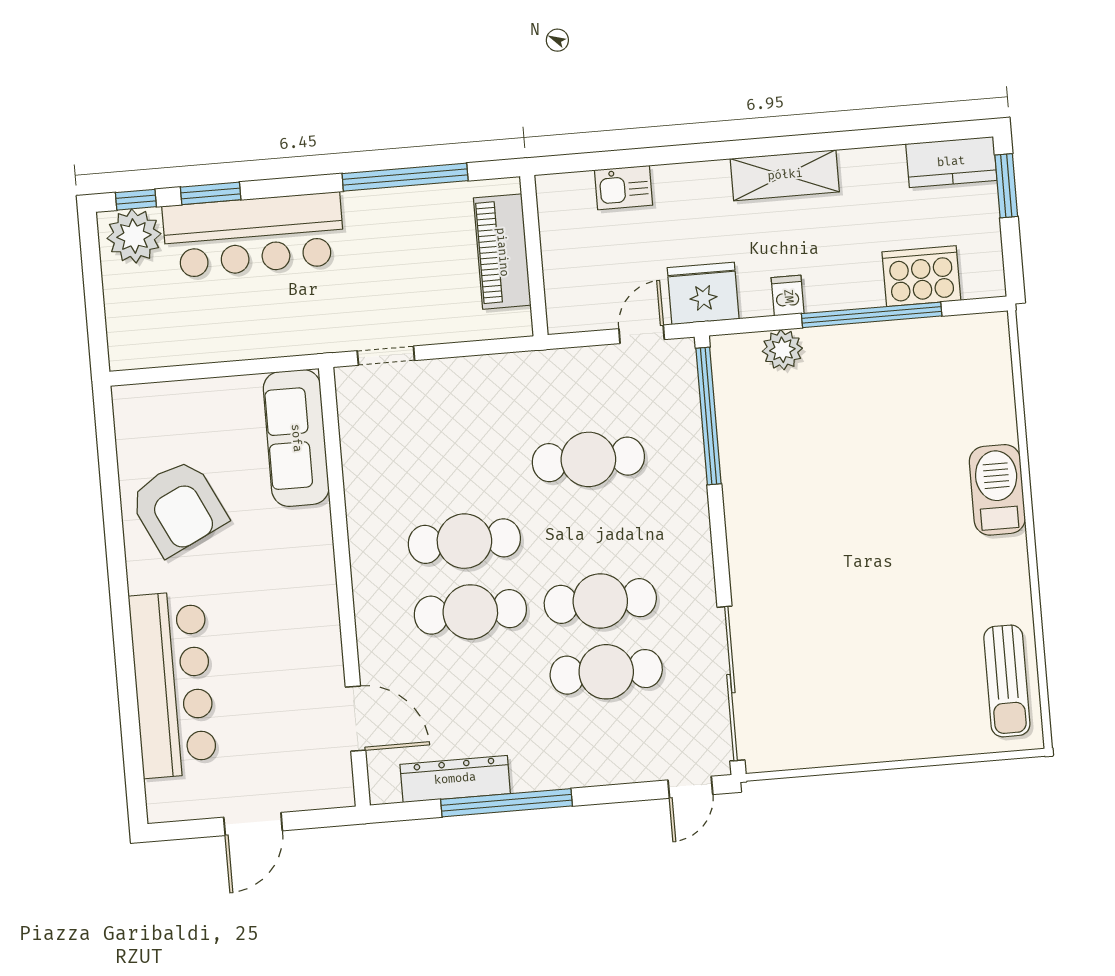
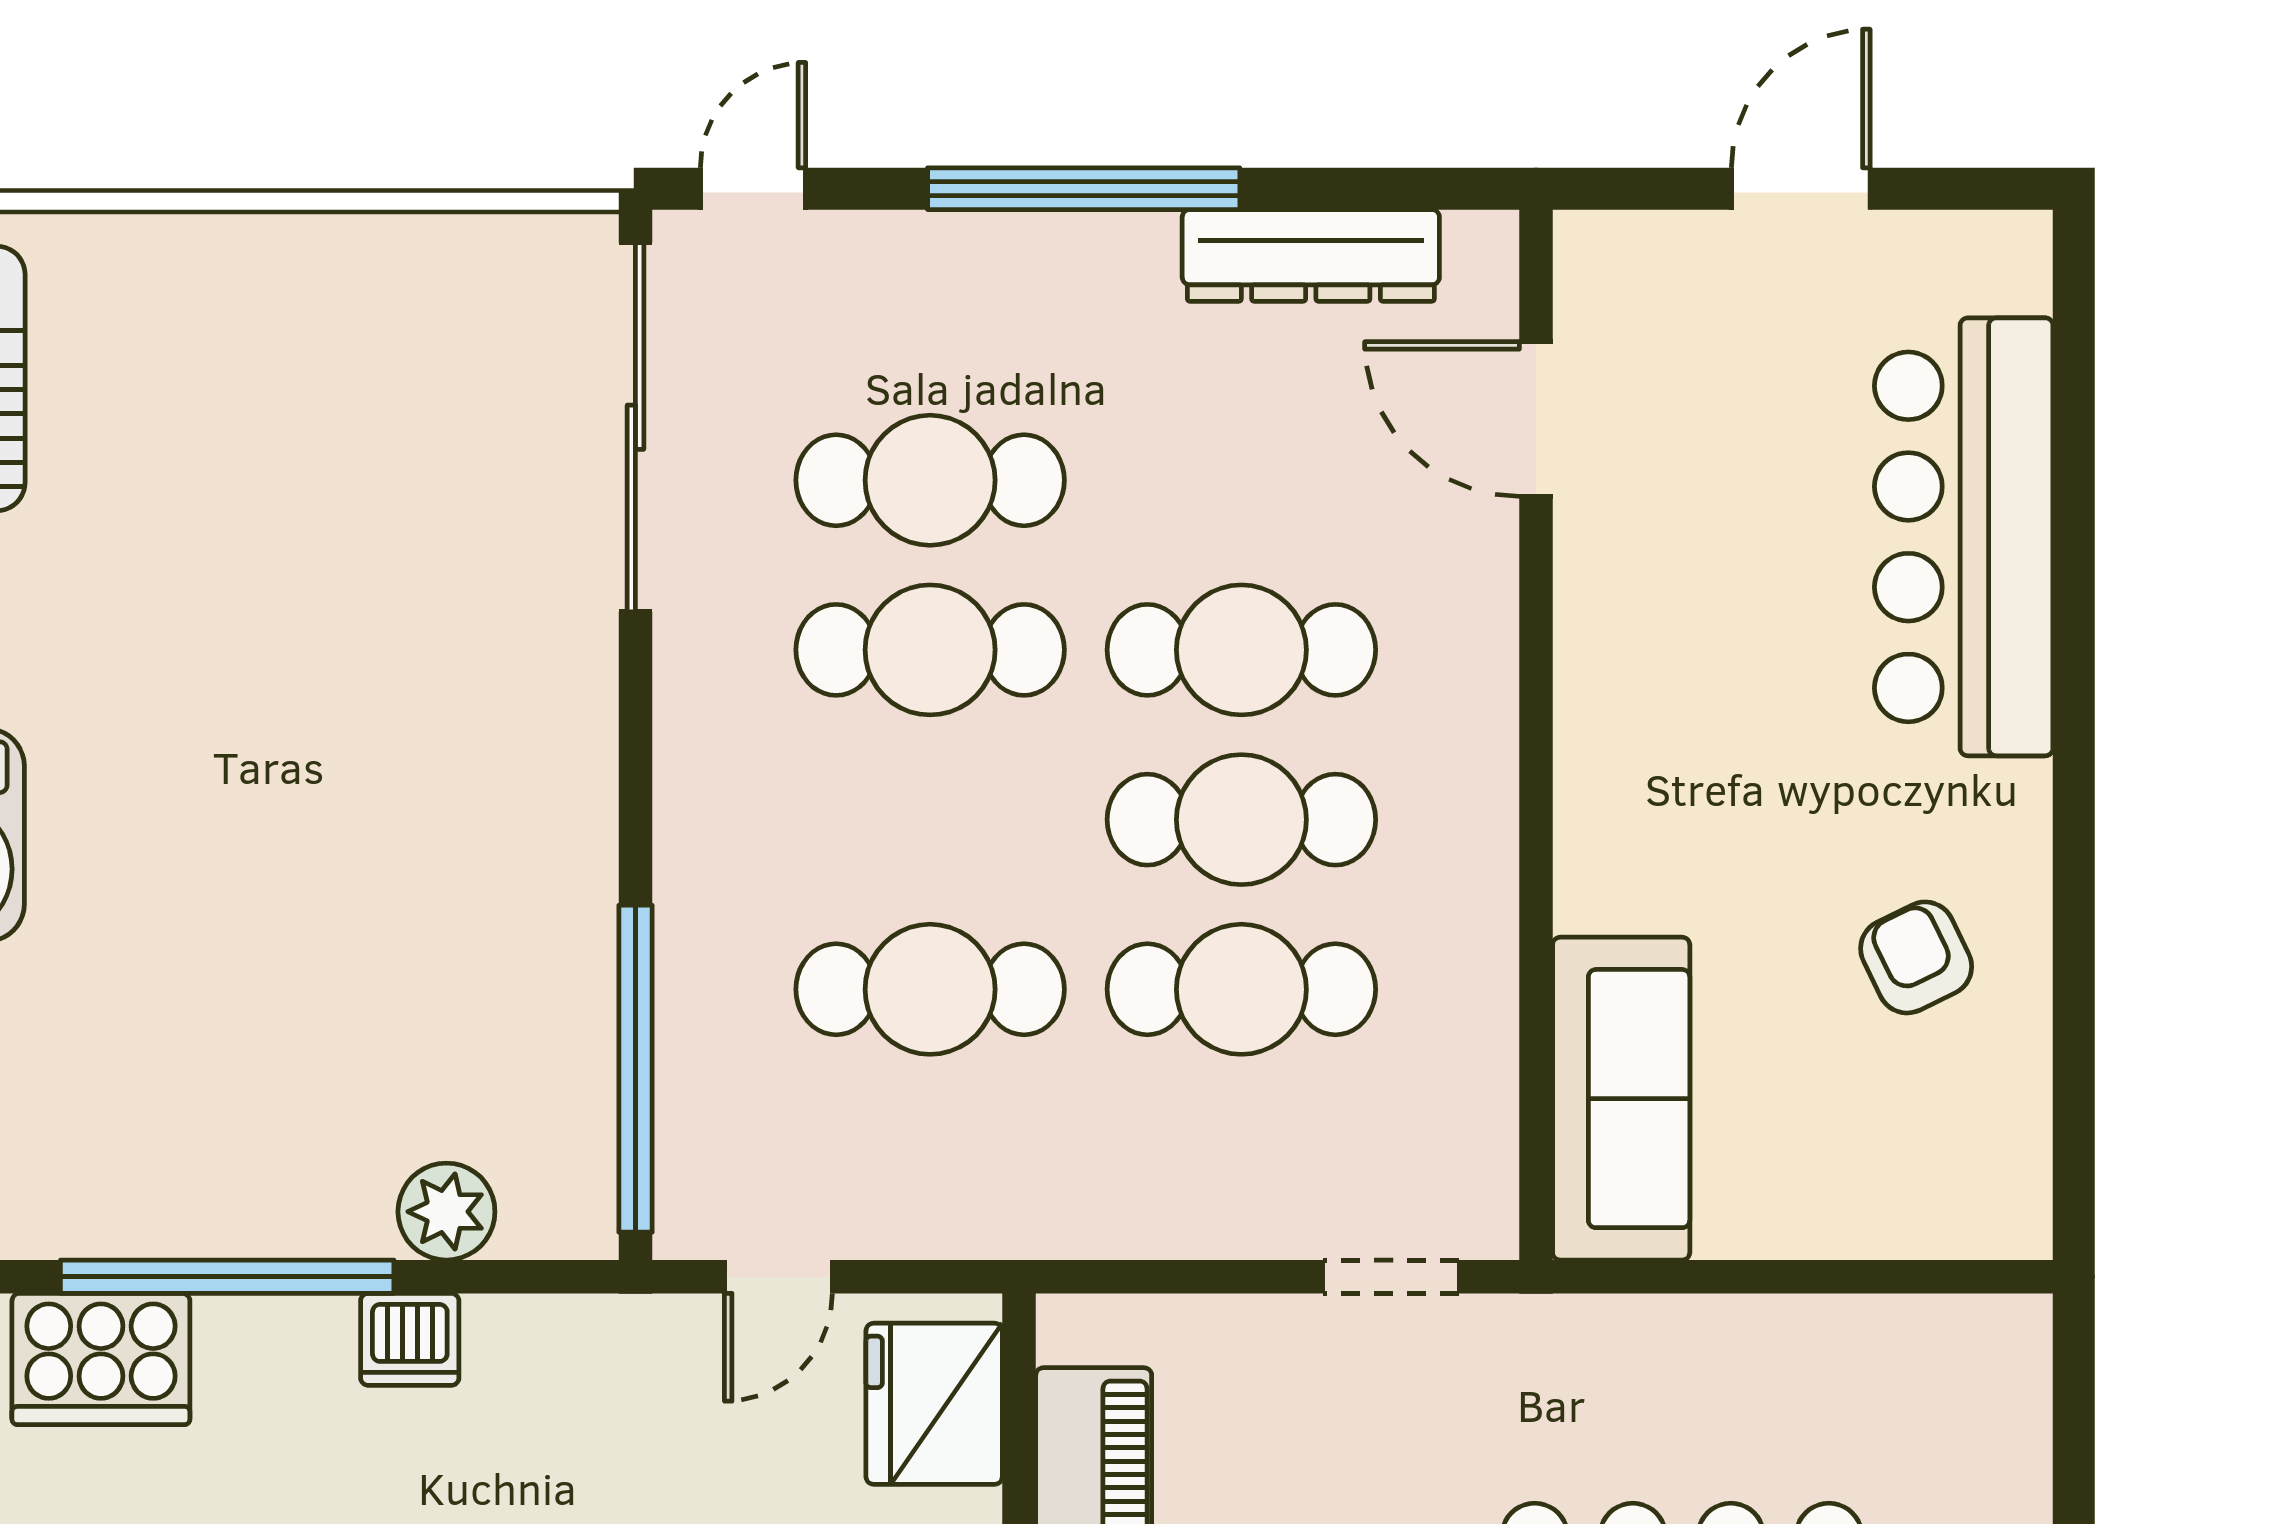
fridge: (703, 293) -> (934, 1404), moved, turned 90
dishwasher: (788, 296) -> (410, 1339), width x1.38
cafe table: (458, 470) -> (1241, 989), added
armchair: (178, 507) -> (1916, 957), width x0.53, depth x0.53
window: (506, 803) -> (1084, 189), moved

